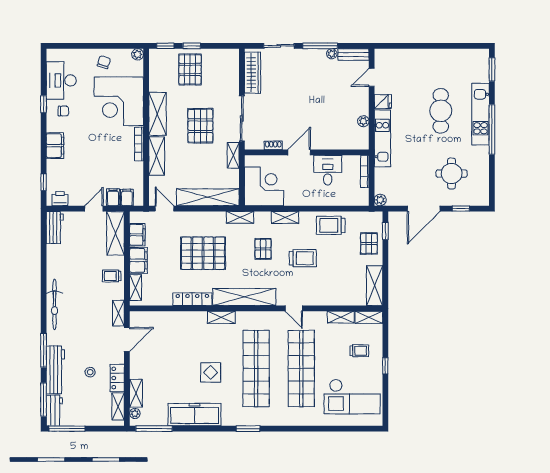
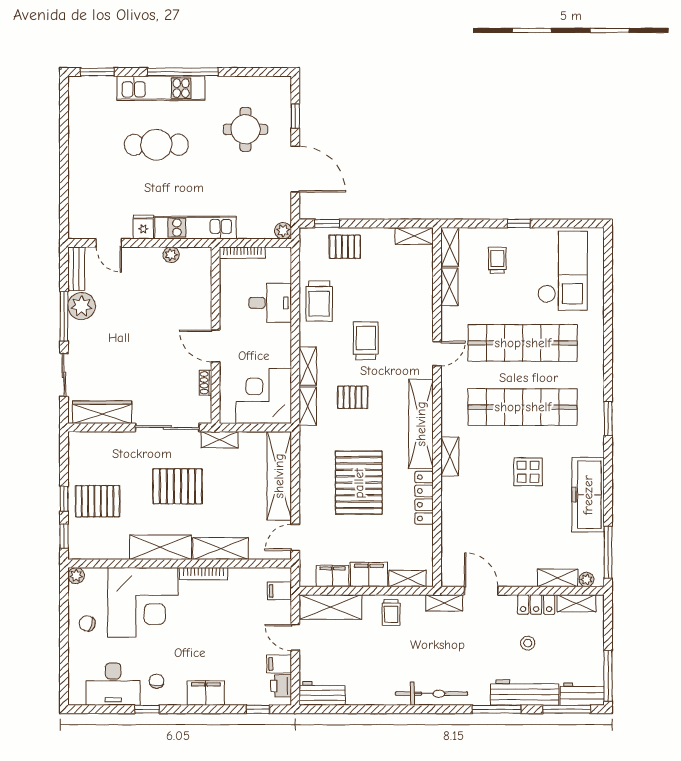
plant: (332, 54) -> (82, 306), width x1.88, depth x1.88
desk: (328, 170) -> (270, 303), moved, turned 180
filing cabinet: (113, 197) -> (279, 664), moved
shelving: (240, 217) -> (308, 406), moved
shelving: (375, 286) -> (414, 236), width x0.67, depth x0.75

